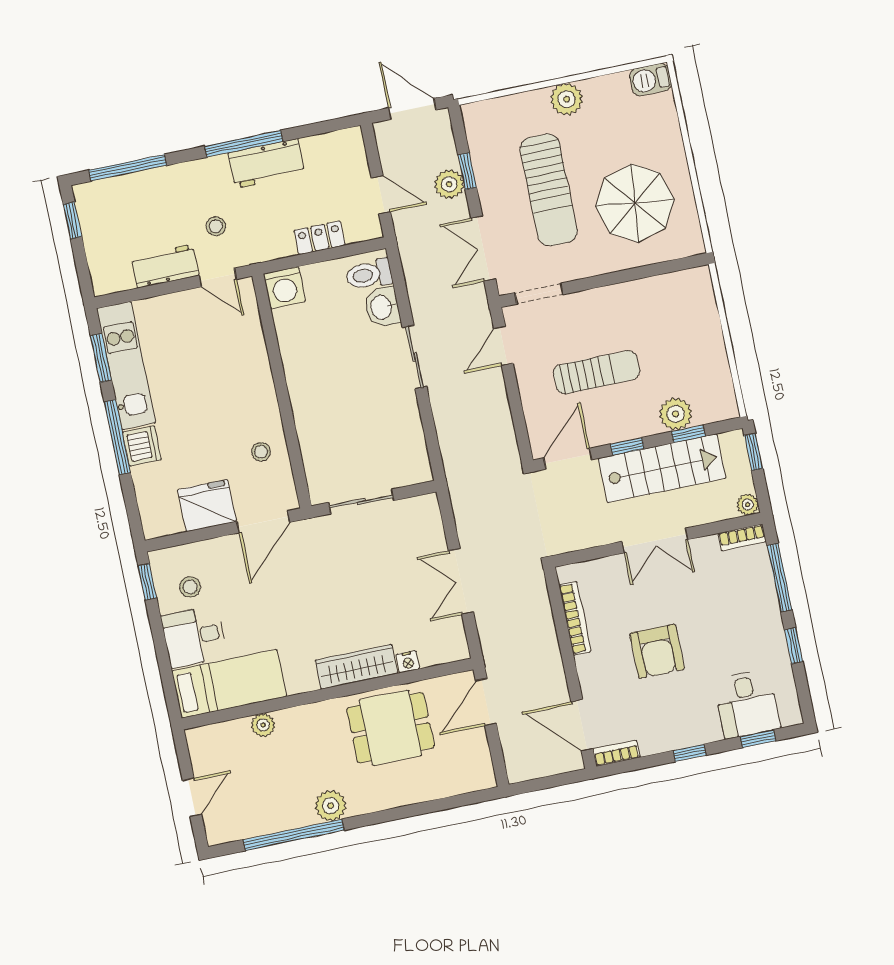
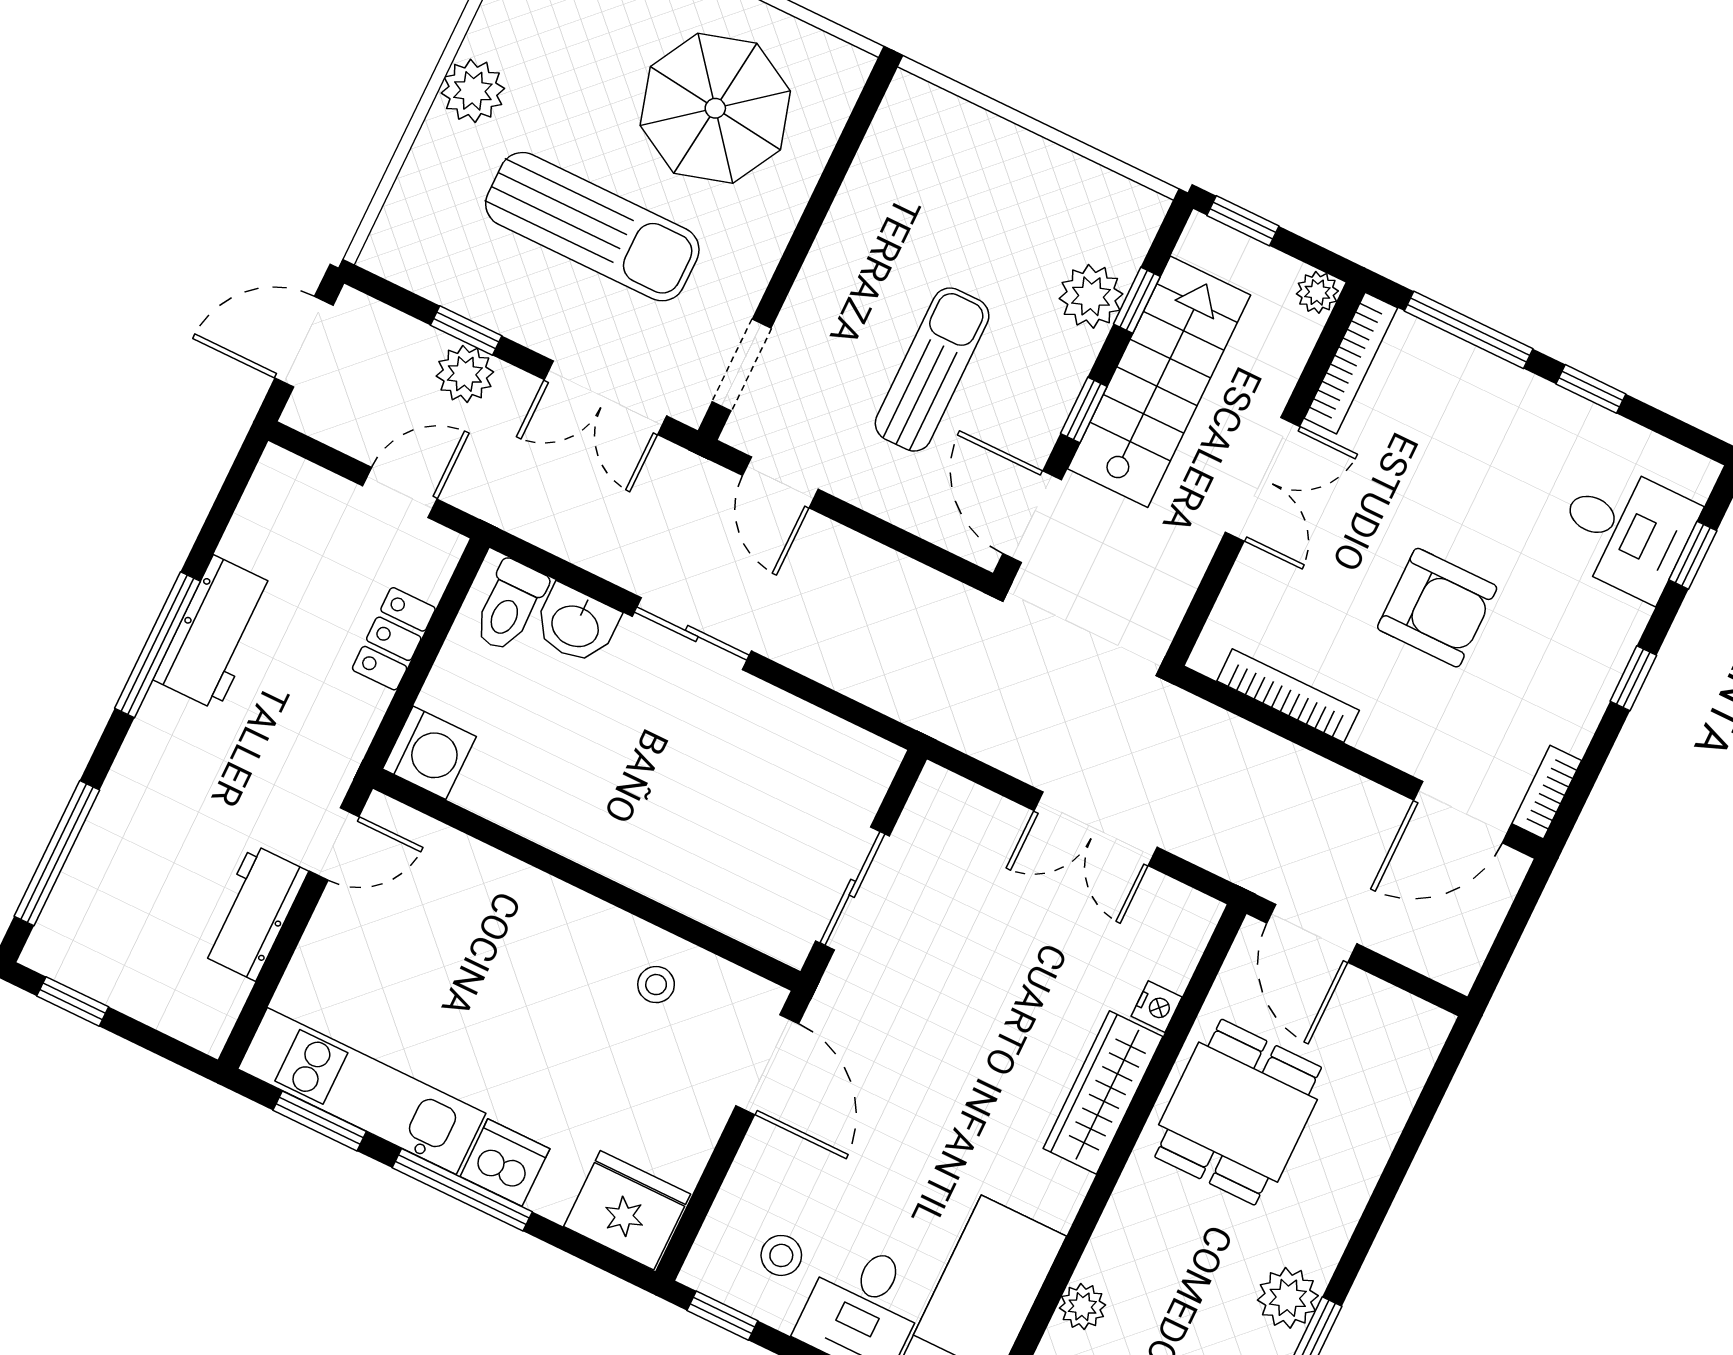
stool: (216, 226) -> (252, 786), removed
fridge: (207, 506) -> (627, 1210), moved, turned 90
bookcase: (742, 538) -> (1351, 363), width x1.56

